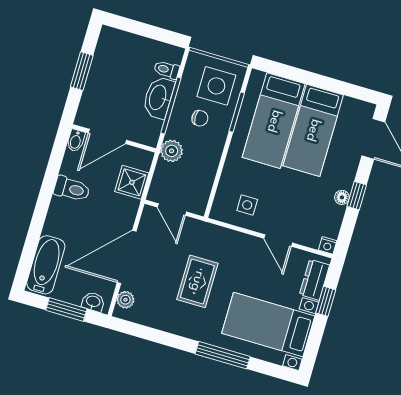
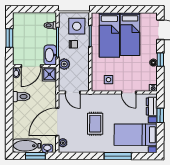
washbasin: (158, 98) -> (50, 55), moved
shower: (132, 182) -> (49, 74), moved
bathtub: (46, 265) -> (27, 146), moved, turned -90

